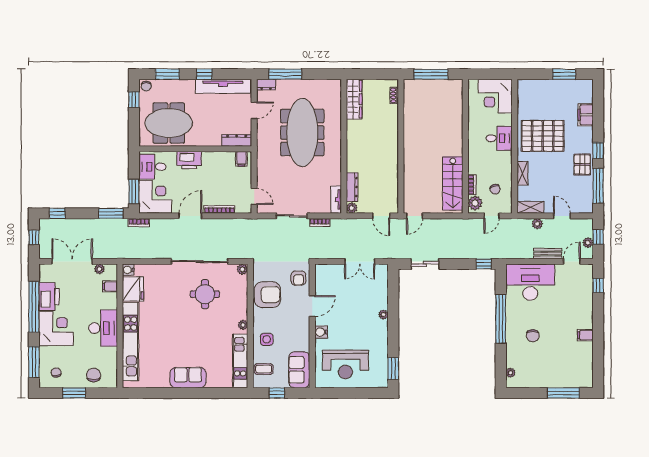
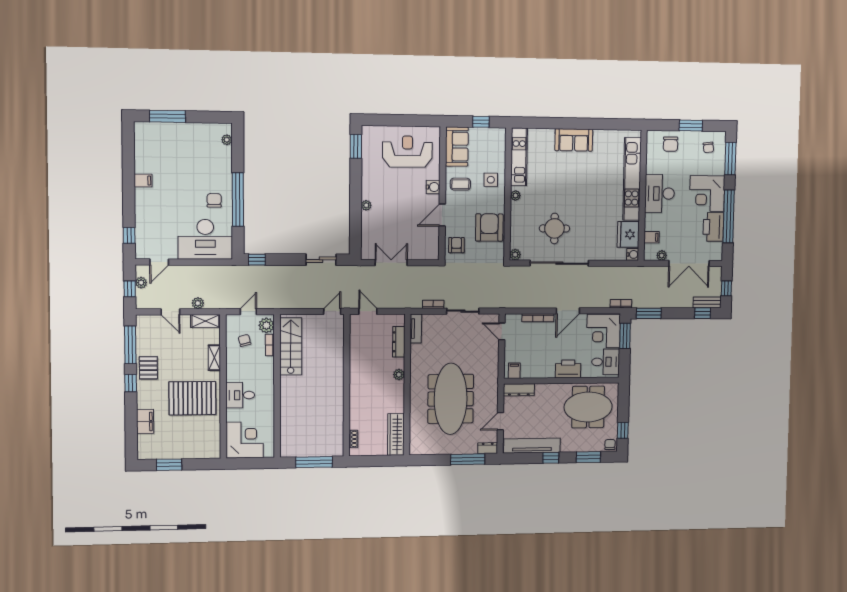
plant: (352, 208) -> (399, 375), moved
bench: (548, 254) -> (707, 302), moved
armchair: (267, 295) -> (489, 227), turned 91
chair: (533, 336) -> (214, 200), moved
coffee table: (264, 369) -> (460, 184), moved

